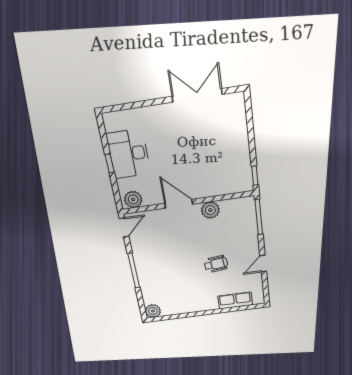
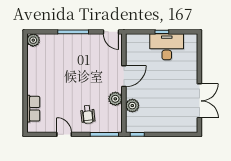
plant: (133, 199) -> (132, 106), moved
wheelchair: (216, 264) -> (88, 114), moved

